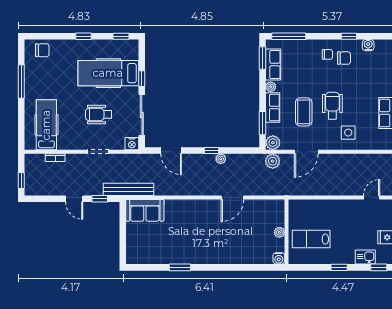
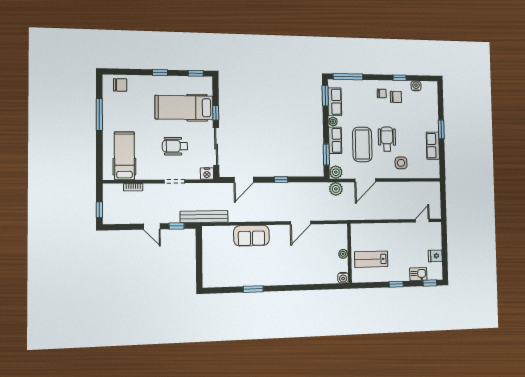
coffee table: (304, 112) -> (362, 144), width x1.36, depth x1.32
door: (171, 151) -> (244, 180), hinge flipped
plant: (221, 159) -> (289, 187), removed
sofa: (145, 210) -> (251, 236), moved

